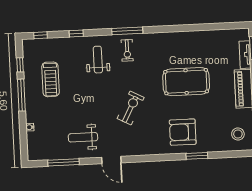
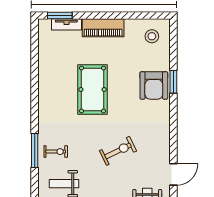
exercise bike: (131, 108) -> (118, 151), turned 126
armchair: (183, 132) -> (154, 85), moved

